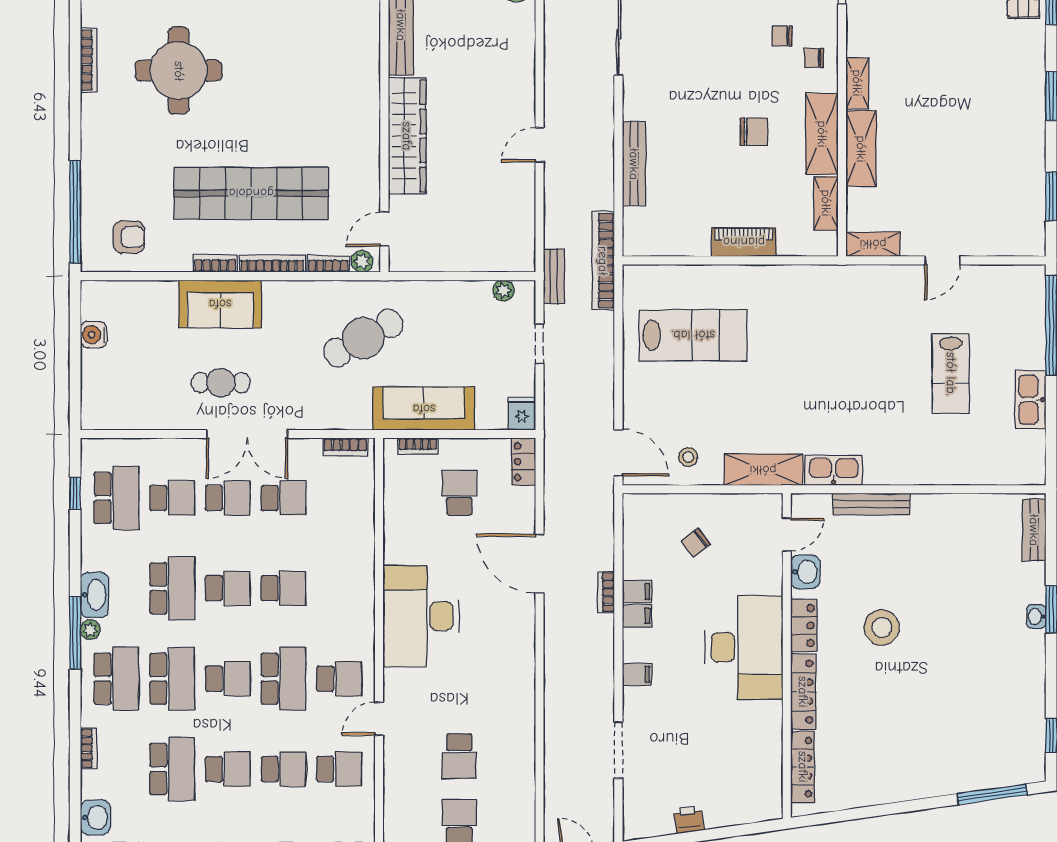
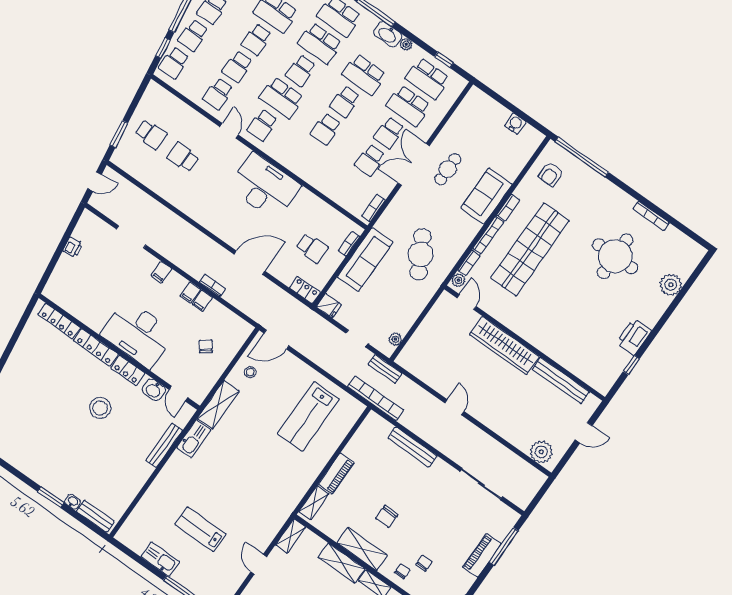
shelving: (826, 203) -> (314, 503), moved, turned 90
school desk: (172, 498) -> (408, 106), width x1.85
washbasin: (1036, 616) -> (73, 502), moved
plant: (90, 630) -> (406, 44), moved

